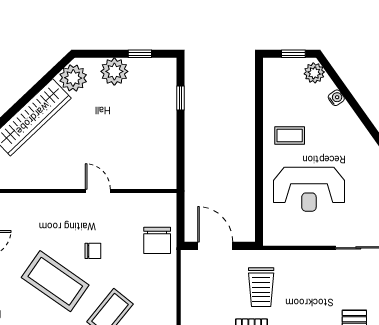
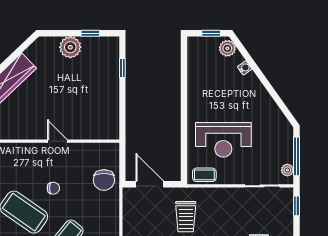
plant: (73, 78) -> (38, 52), removed
coffee table: (290, 136) -> (204, 175), moved

